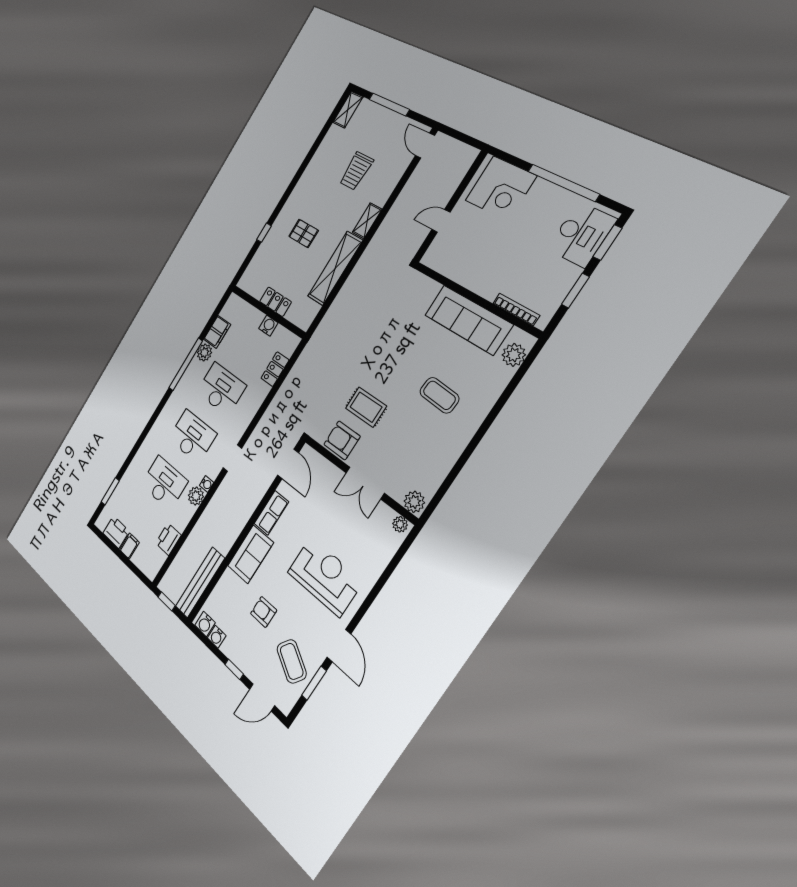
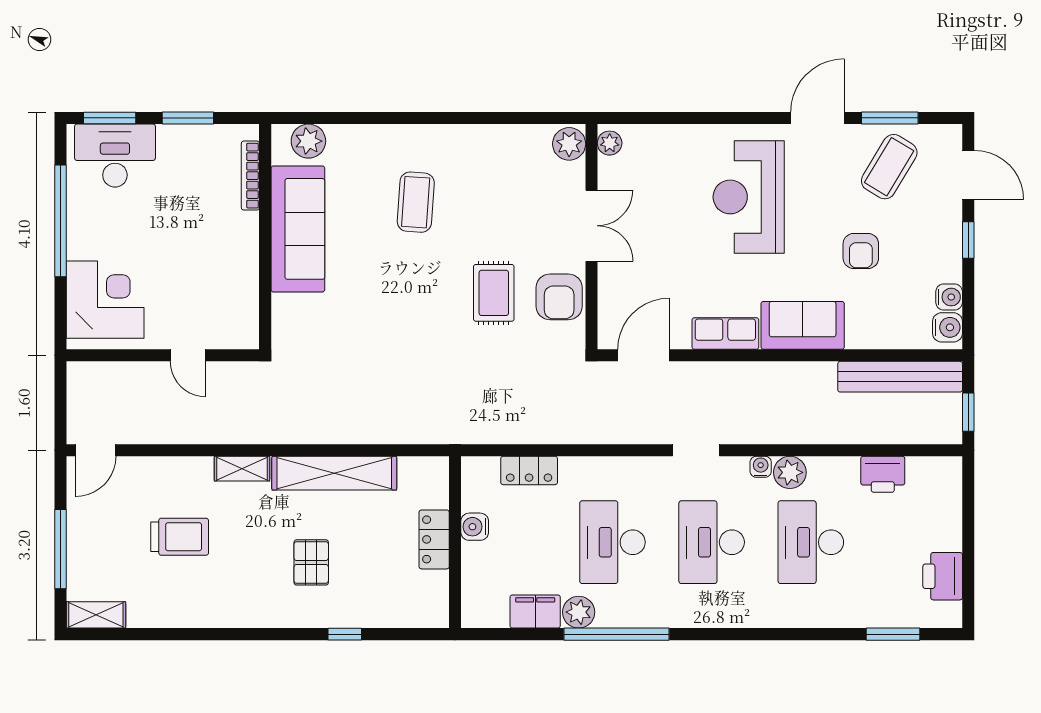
filing cabinet: (129, 546) -> (944, 536), removed

